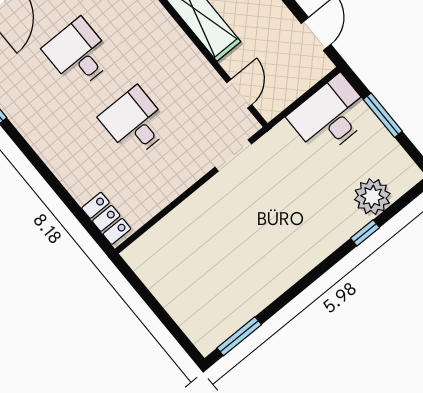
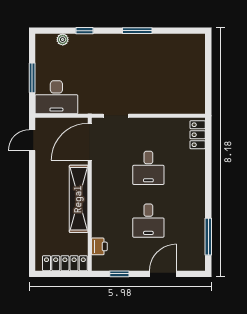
door: (239, 94) -> (90, 142), width x1.87
plant: (372, 197) -> (63, 40), width x0.53, depth x0.53
window: (239, 336) -> (137, 31), moved

